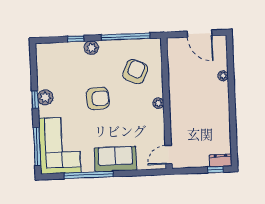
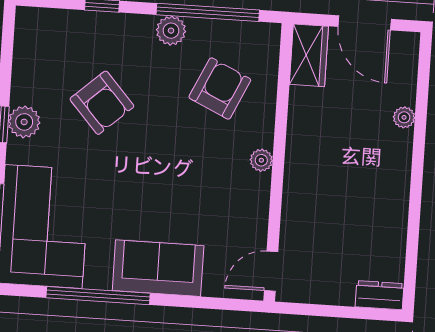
plant: (91, 48) -> (171, 31), moved
wardrobe: (175, 52) -> (309, 55), added
armchair: (98, 98) -> (102, 103), moved, turned 51
window: (215, 170) -> (366, 313), removed

